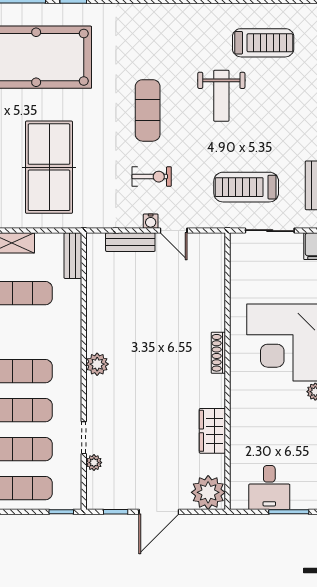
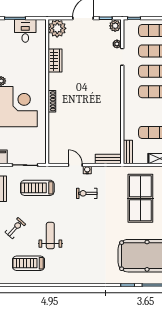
exercise mat: (148, 110) -> (89, 228), removed
exercise bike: (288, 110) -> (15, 228), added
treadmill: (246, 187) -> (37, 188), turned 180
bench: (130, 242) -> (108, 159), moved
plant: (97, 364) -> (115, 26), moved

